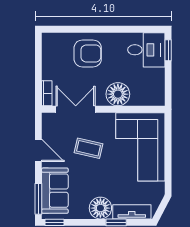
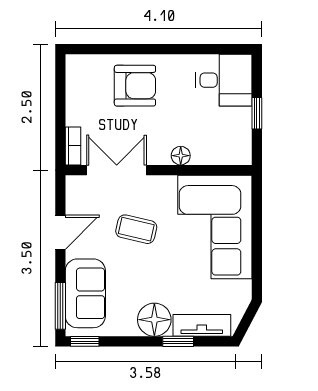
window: (168, 50) -> (257, 113), moved
floor lamp: (118, 94) -> (181, 156), width x0.53, depth x0.53
door: (38, 150) -> (60, 232), hinge flipped

